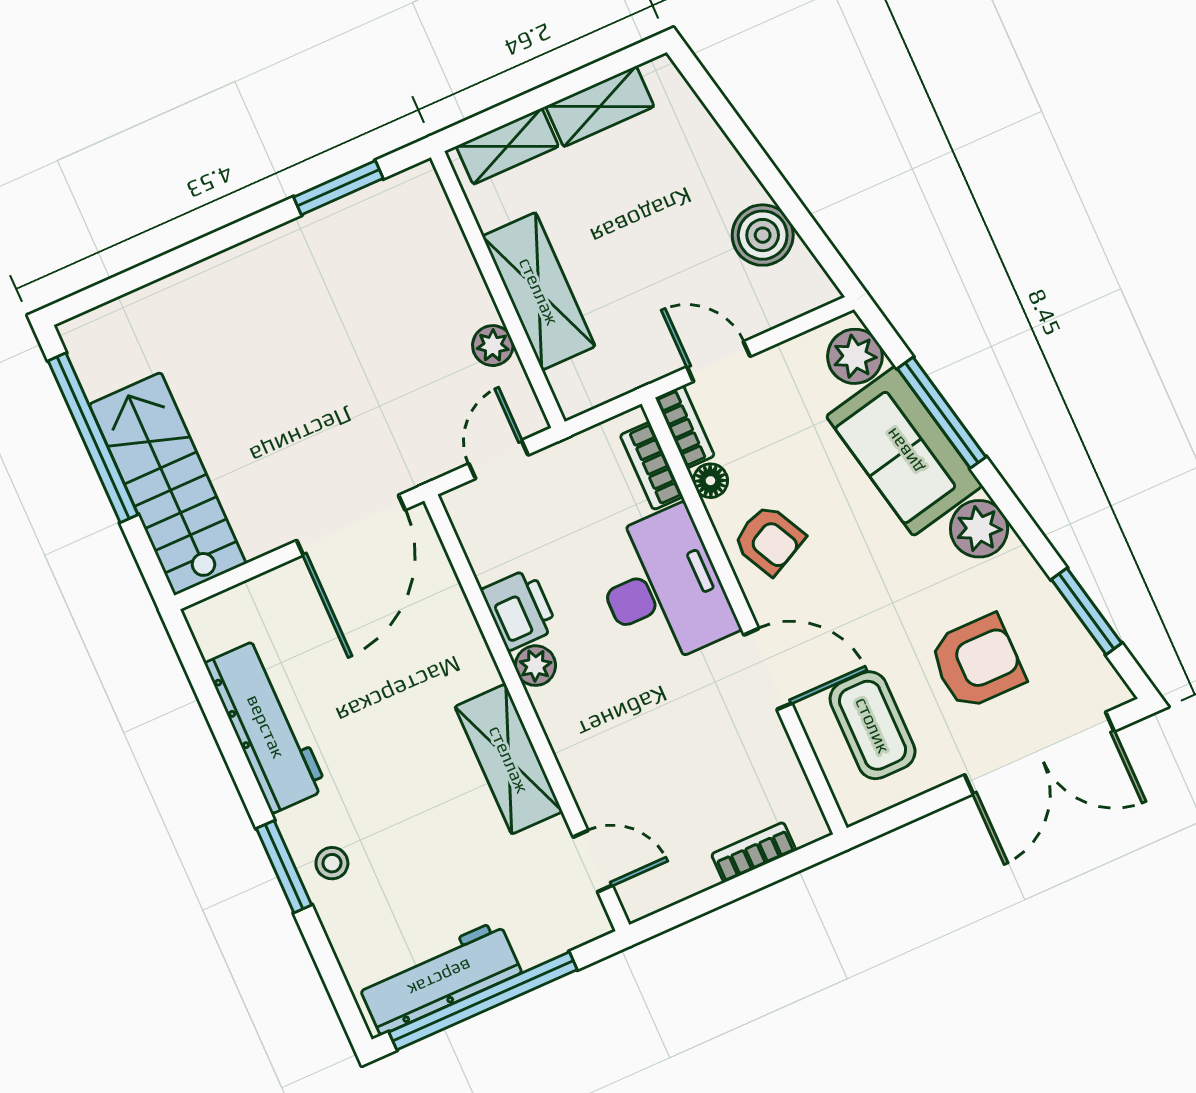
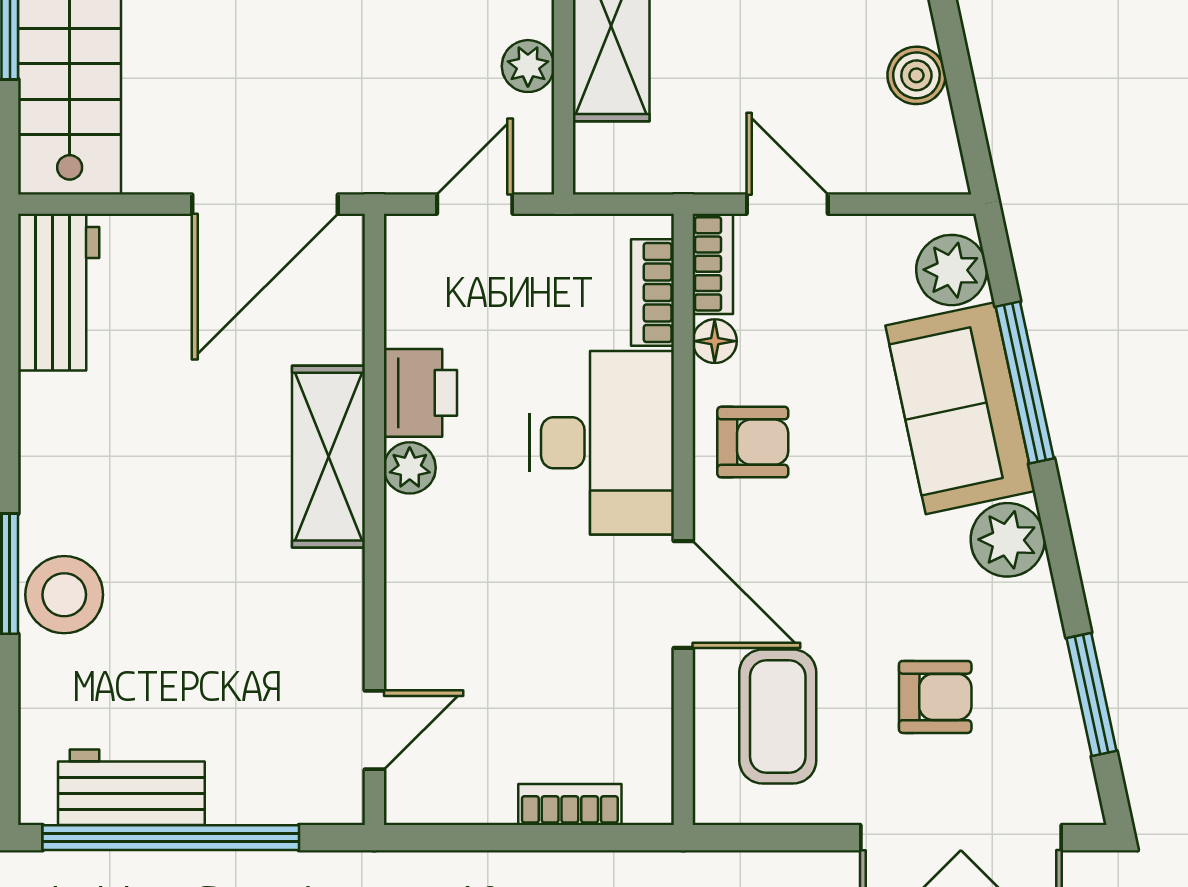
boiler: (763, 235) -> (916, 75), width x0.73, depth x0.73
armchair: (769, 540) -> (753, 442), turned -63
armchair: (977, 662) -> (935, 697), width x0.72, depth x0.72
workbench: (266, 726) -> (59, 293), moved, width x0.73
shelving: (509, 759) -> (329, 457), moved
door: (593, 861) -> (374, 730), hinge flipped
stool: (332, 863) -> (64, 595), width x1.89, depth x1.89
workbench: (440, 978) -> (131, 787), width x0.73

